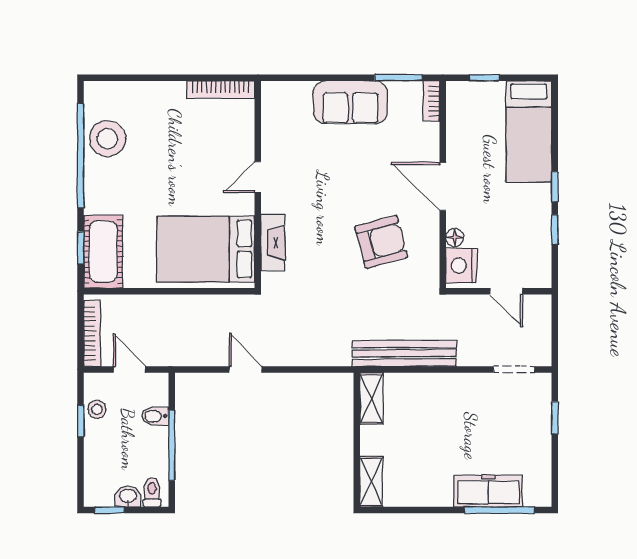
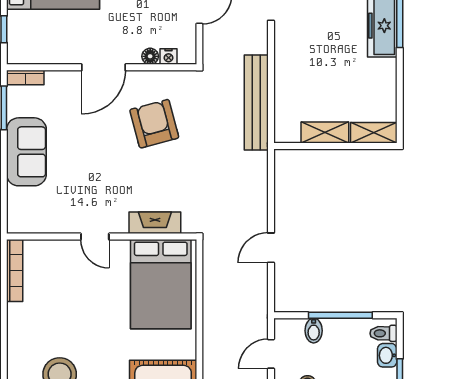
nightstand: (461, 266) -> (169, 57), width x0.53, depth x0.56
shelving: (372, 398) -> (325, 132), moved

